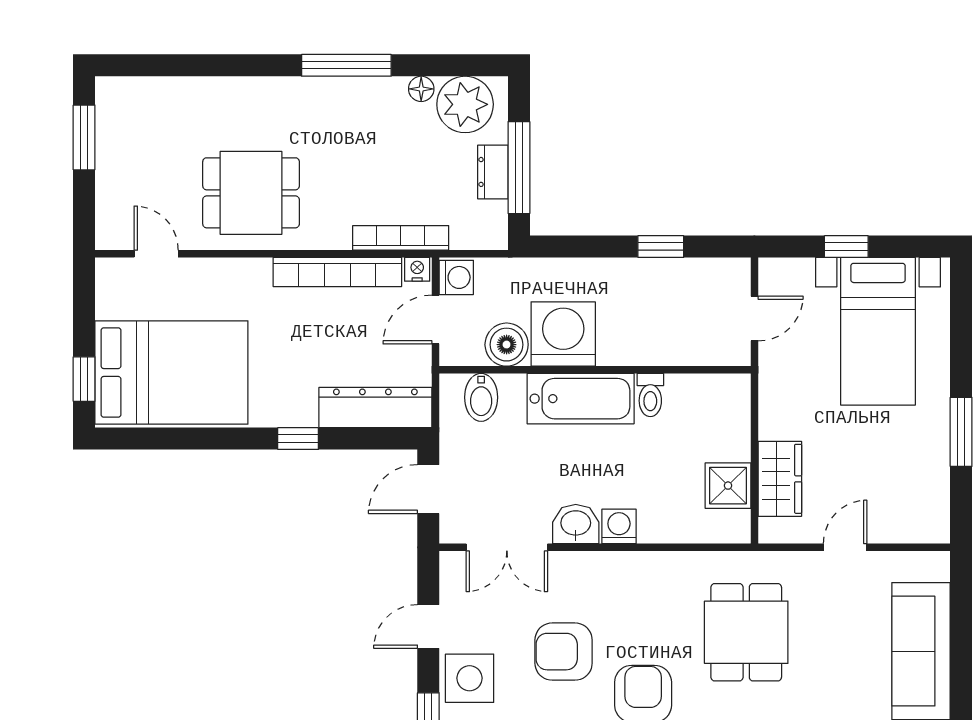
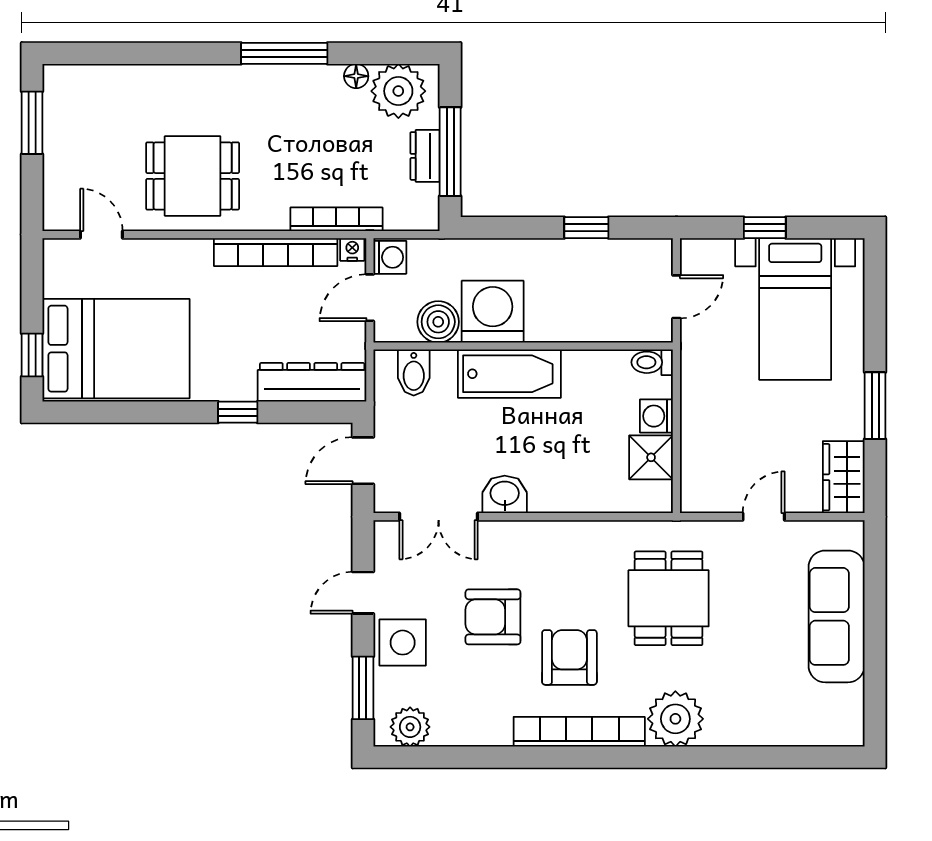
toilet: (650, 395) -> (652, 362), moved, turned 90
wardrobe: (780, 479) -> (844, 477), moved, turned 180
washing machine: (619, 526) -> (656, 416), moved, turned -90

